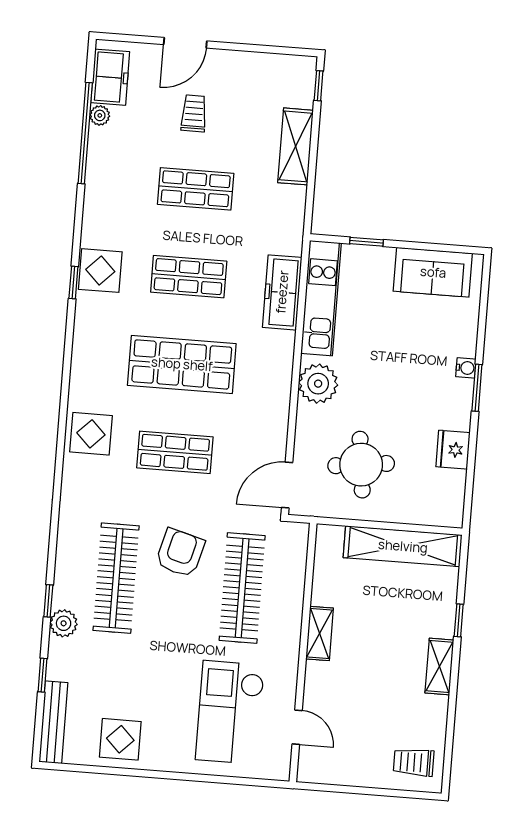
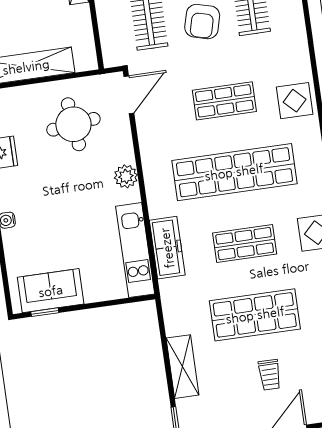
shop shelf: (196, 189) -> (255, 315), width x1.43, depth x1.36
window: (366, 242) -> (45, 312), moved
shop shelf: (182, 364) -> (234, 172), width x1.40
plant: (318, 384) -> (126, 176), width x0.73, depth x0.73

